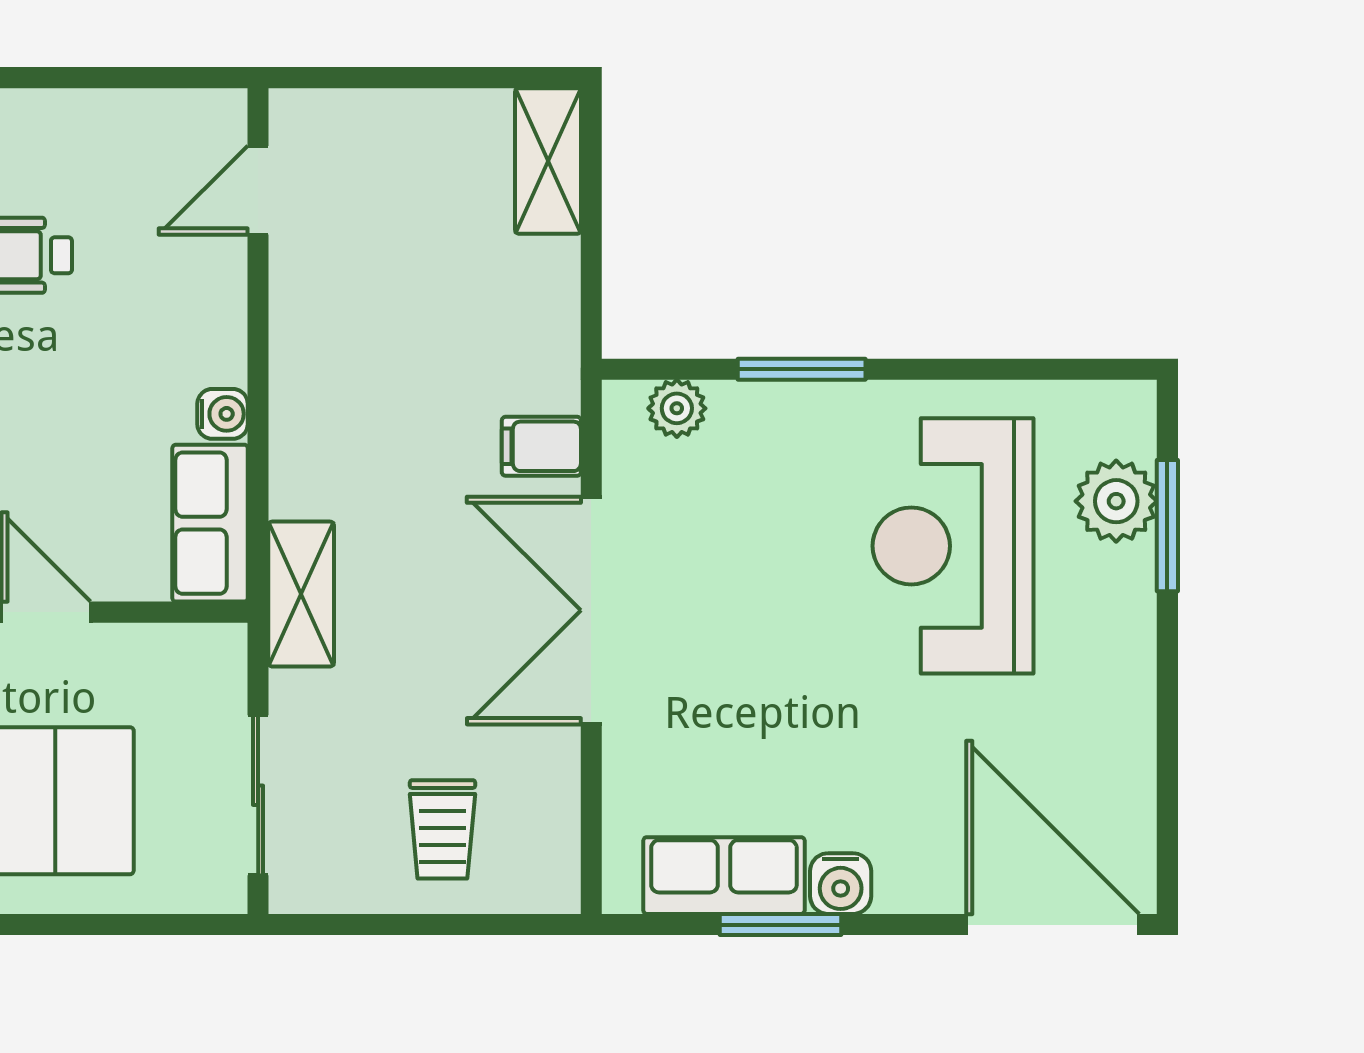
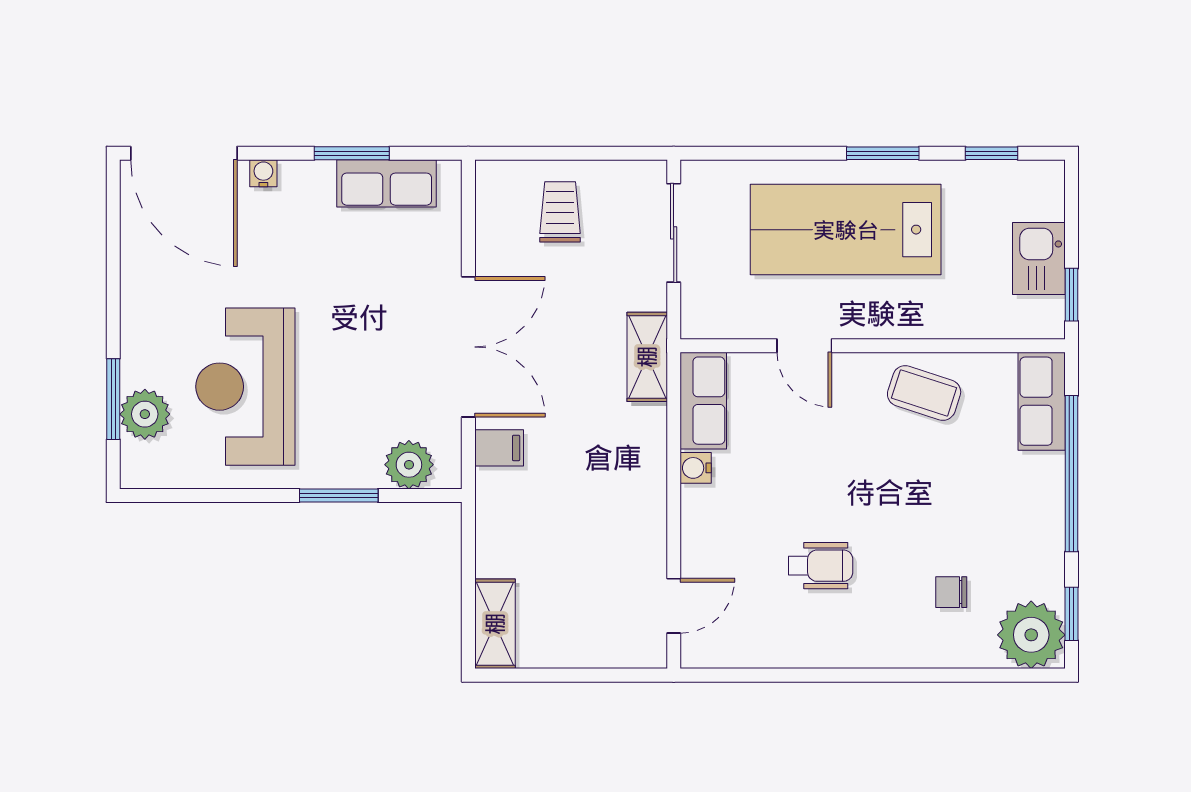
plant: (677, 408) -> (409, 465), width x1.38, depth x1.38
reception desk: (953, 546) -> (245, 387), turned 180
water cooler: (841, 884) -> (263, 173), moved, width x0.72, depth x0.72

